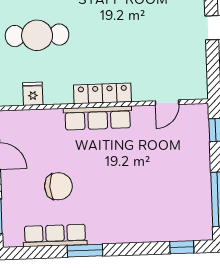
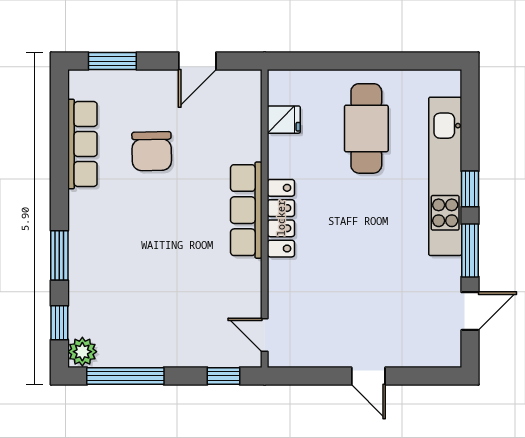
door: (167, 103) -> (265, 335), moved
plant: (202, 230) -> (82, 352), added
window: (85, 251) -> (59, 255), moved

